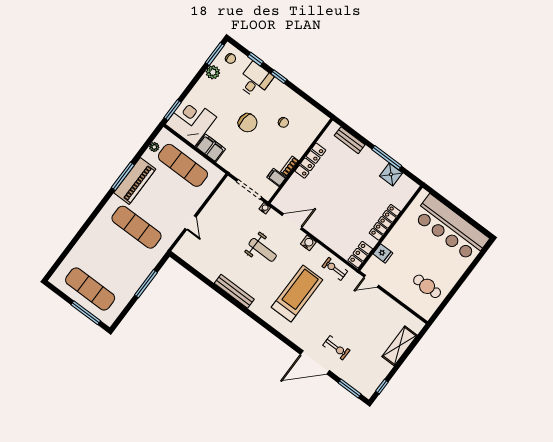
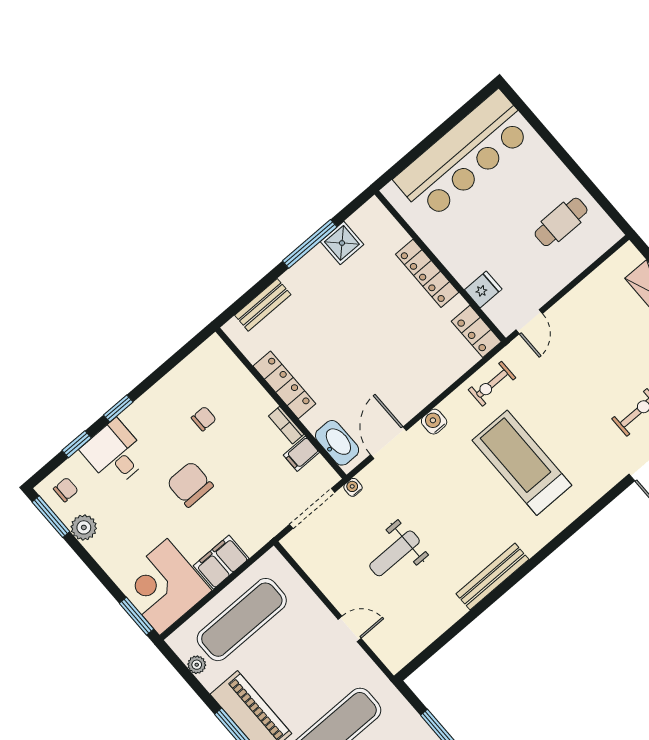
chair: (248, 123) -> (190, 484), turned -95
washbasin: (286, 195) -> (337, 443), added
weight bench: (263, 250) -> (395, 553), moved, turned 180

